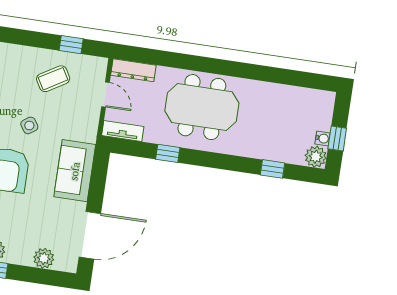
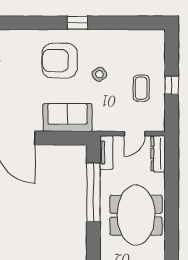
window: (71, 45) -> (172, 85), moved
coffee table: (53, 79) -> (141, 88), turned 31
window: (168, 153) -> (93, 193), width x3.17

